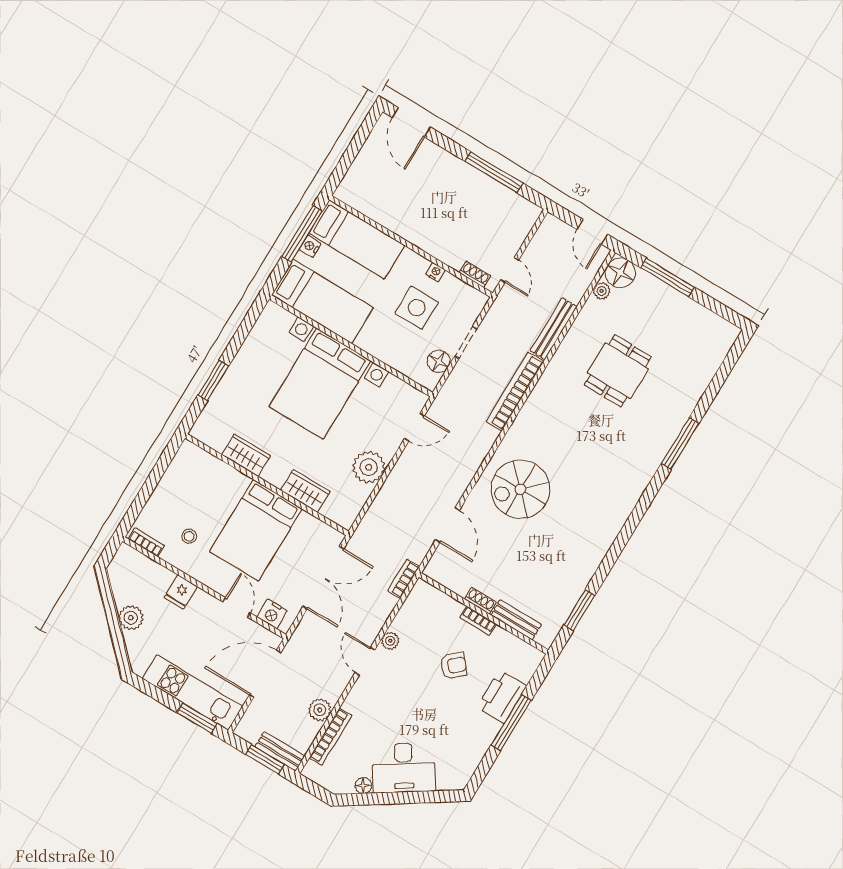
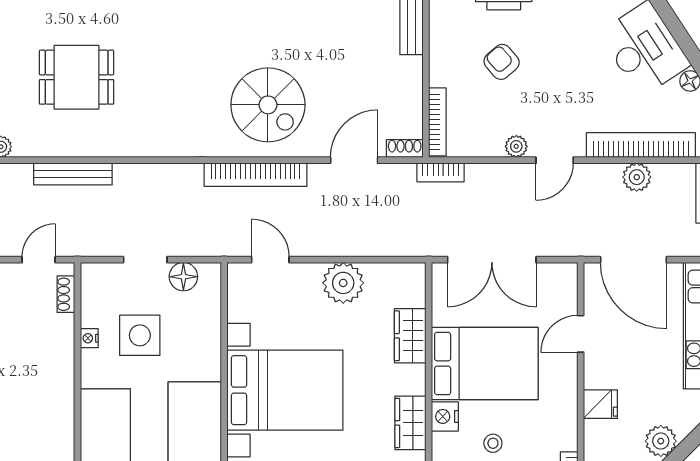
bookcase: (515, 391) -> (255, 175), moved
stool: (189, 536) -> (493, 443), moved
double door: (323, 578) -> (492, 260), swing flipped
shoe rack: (480, 601) -> (405, 148), moved, turned 90
nightstand: (272, 614) -> (445, 416), moved, turned 180
bookcase: (478, 621) -> (437, 122), moved, width x1.56
bookcase: (331, 737) -> (641, 145), width x1.48, depth x1.31

